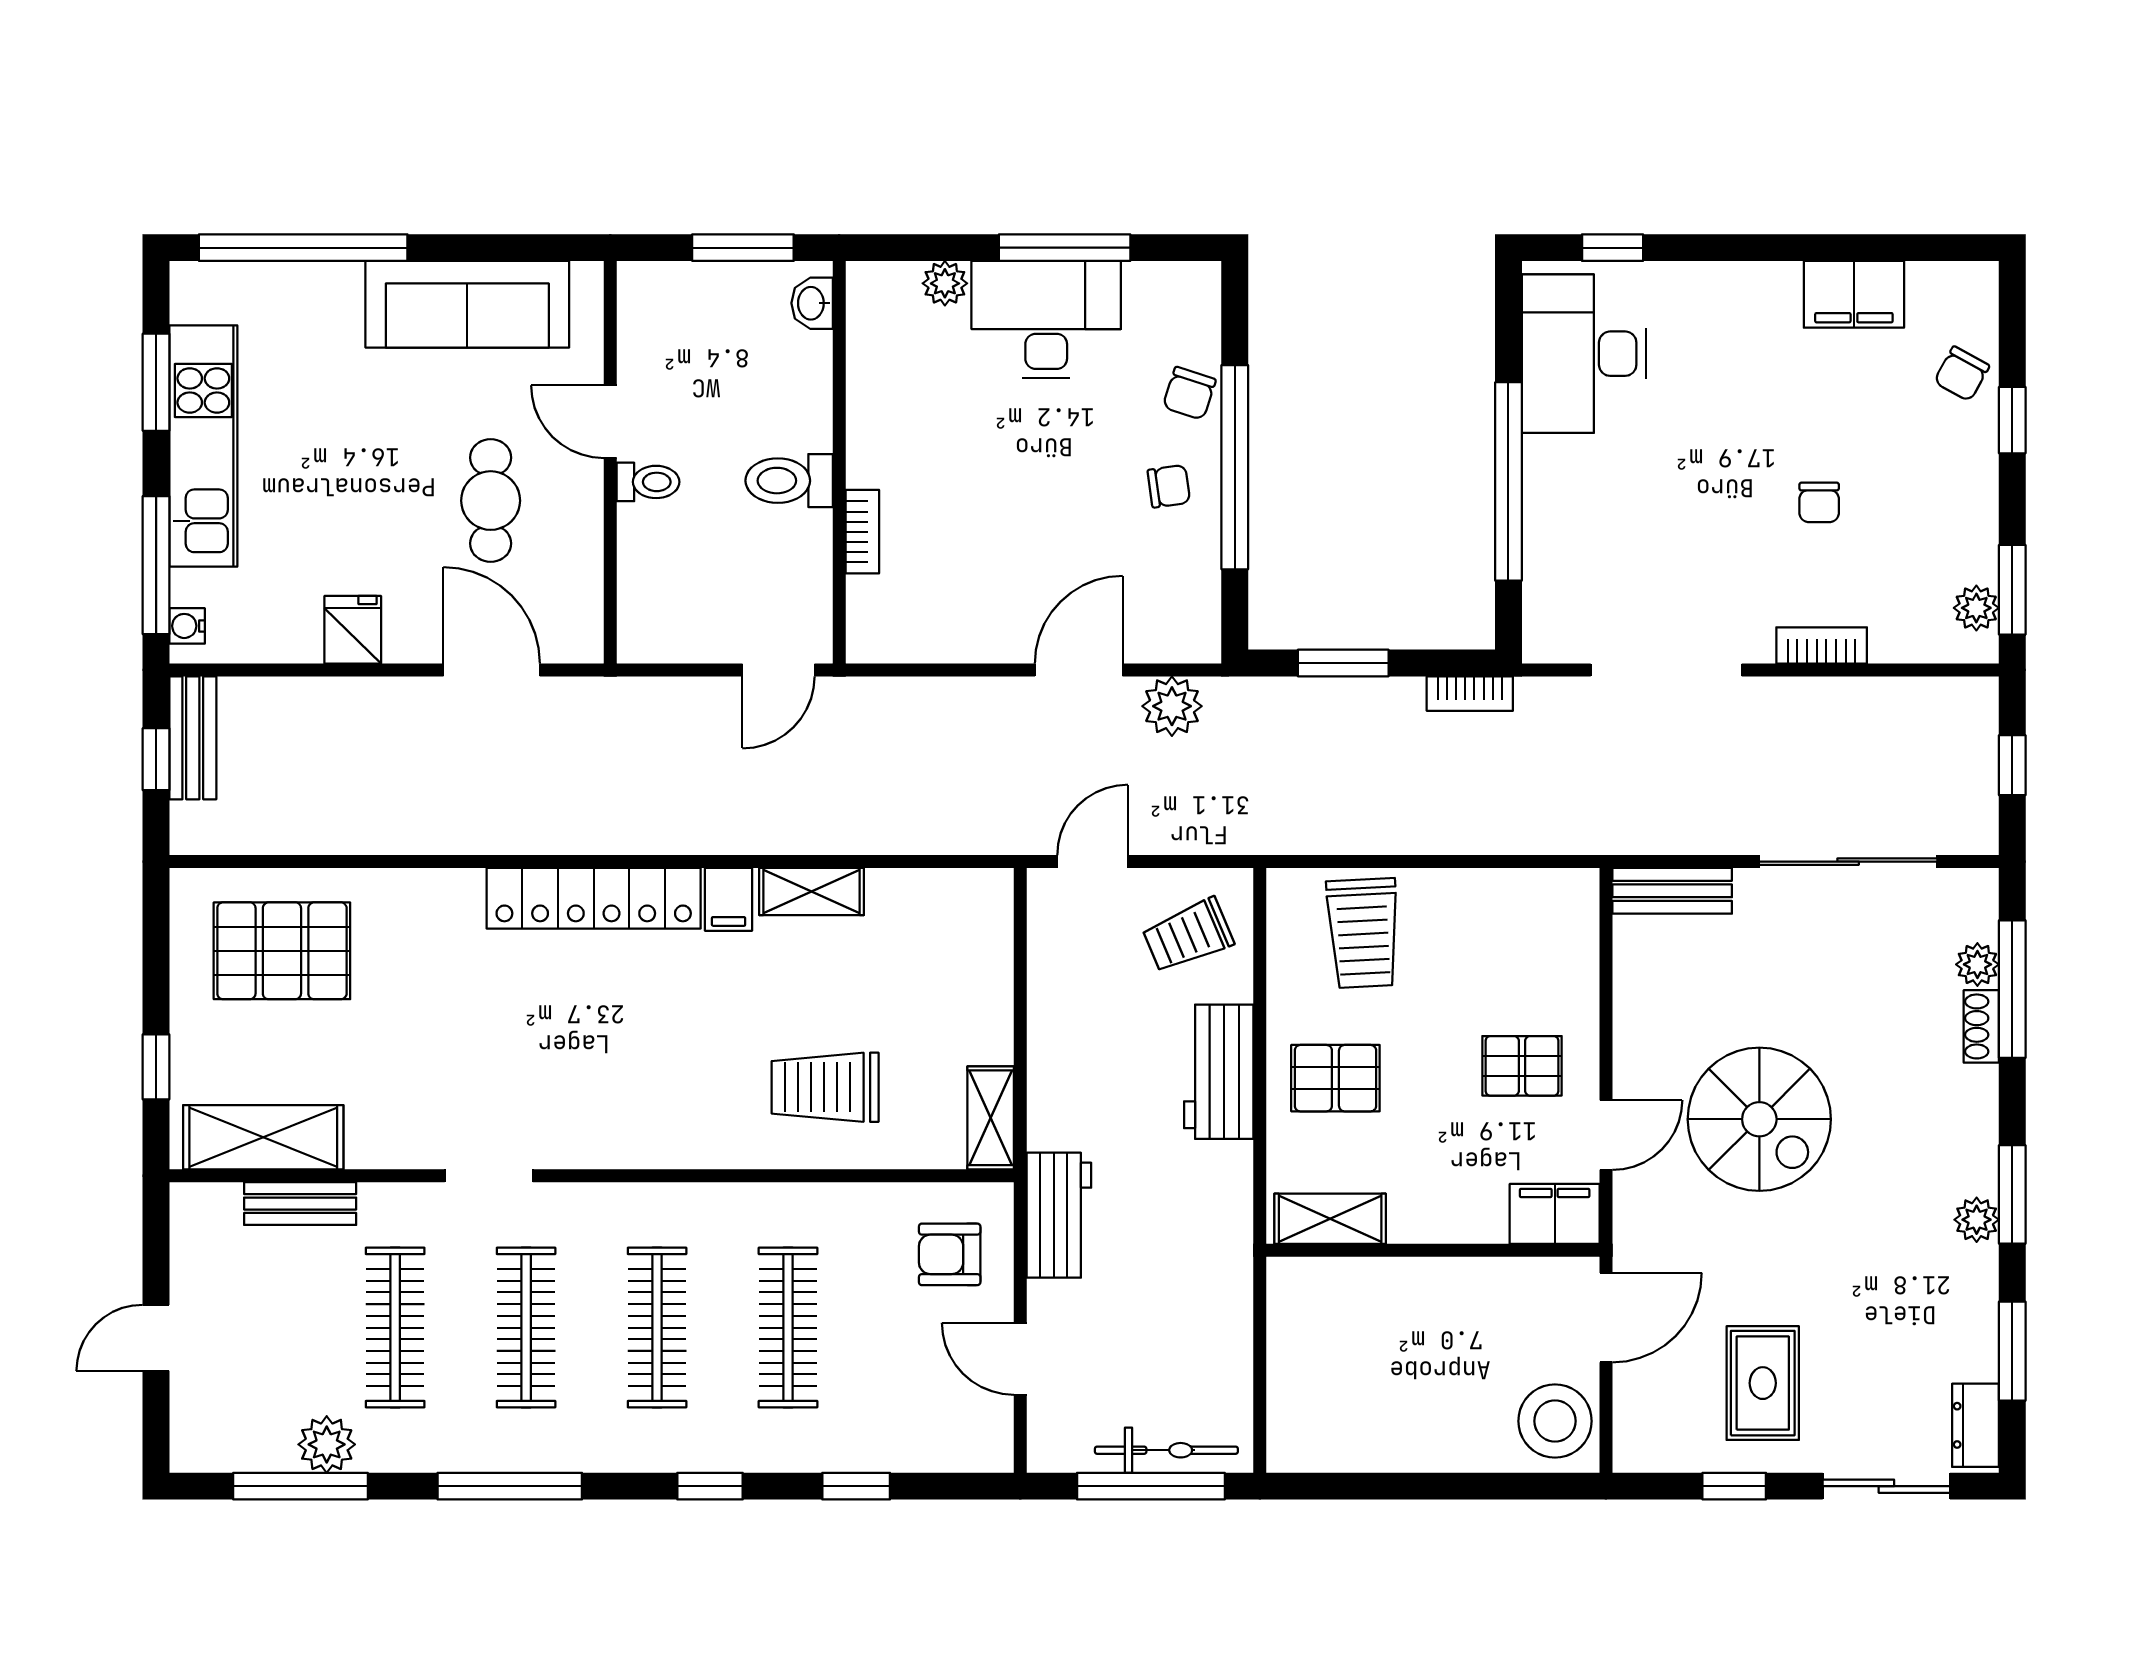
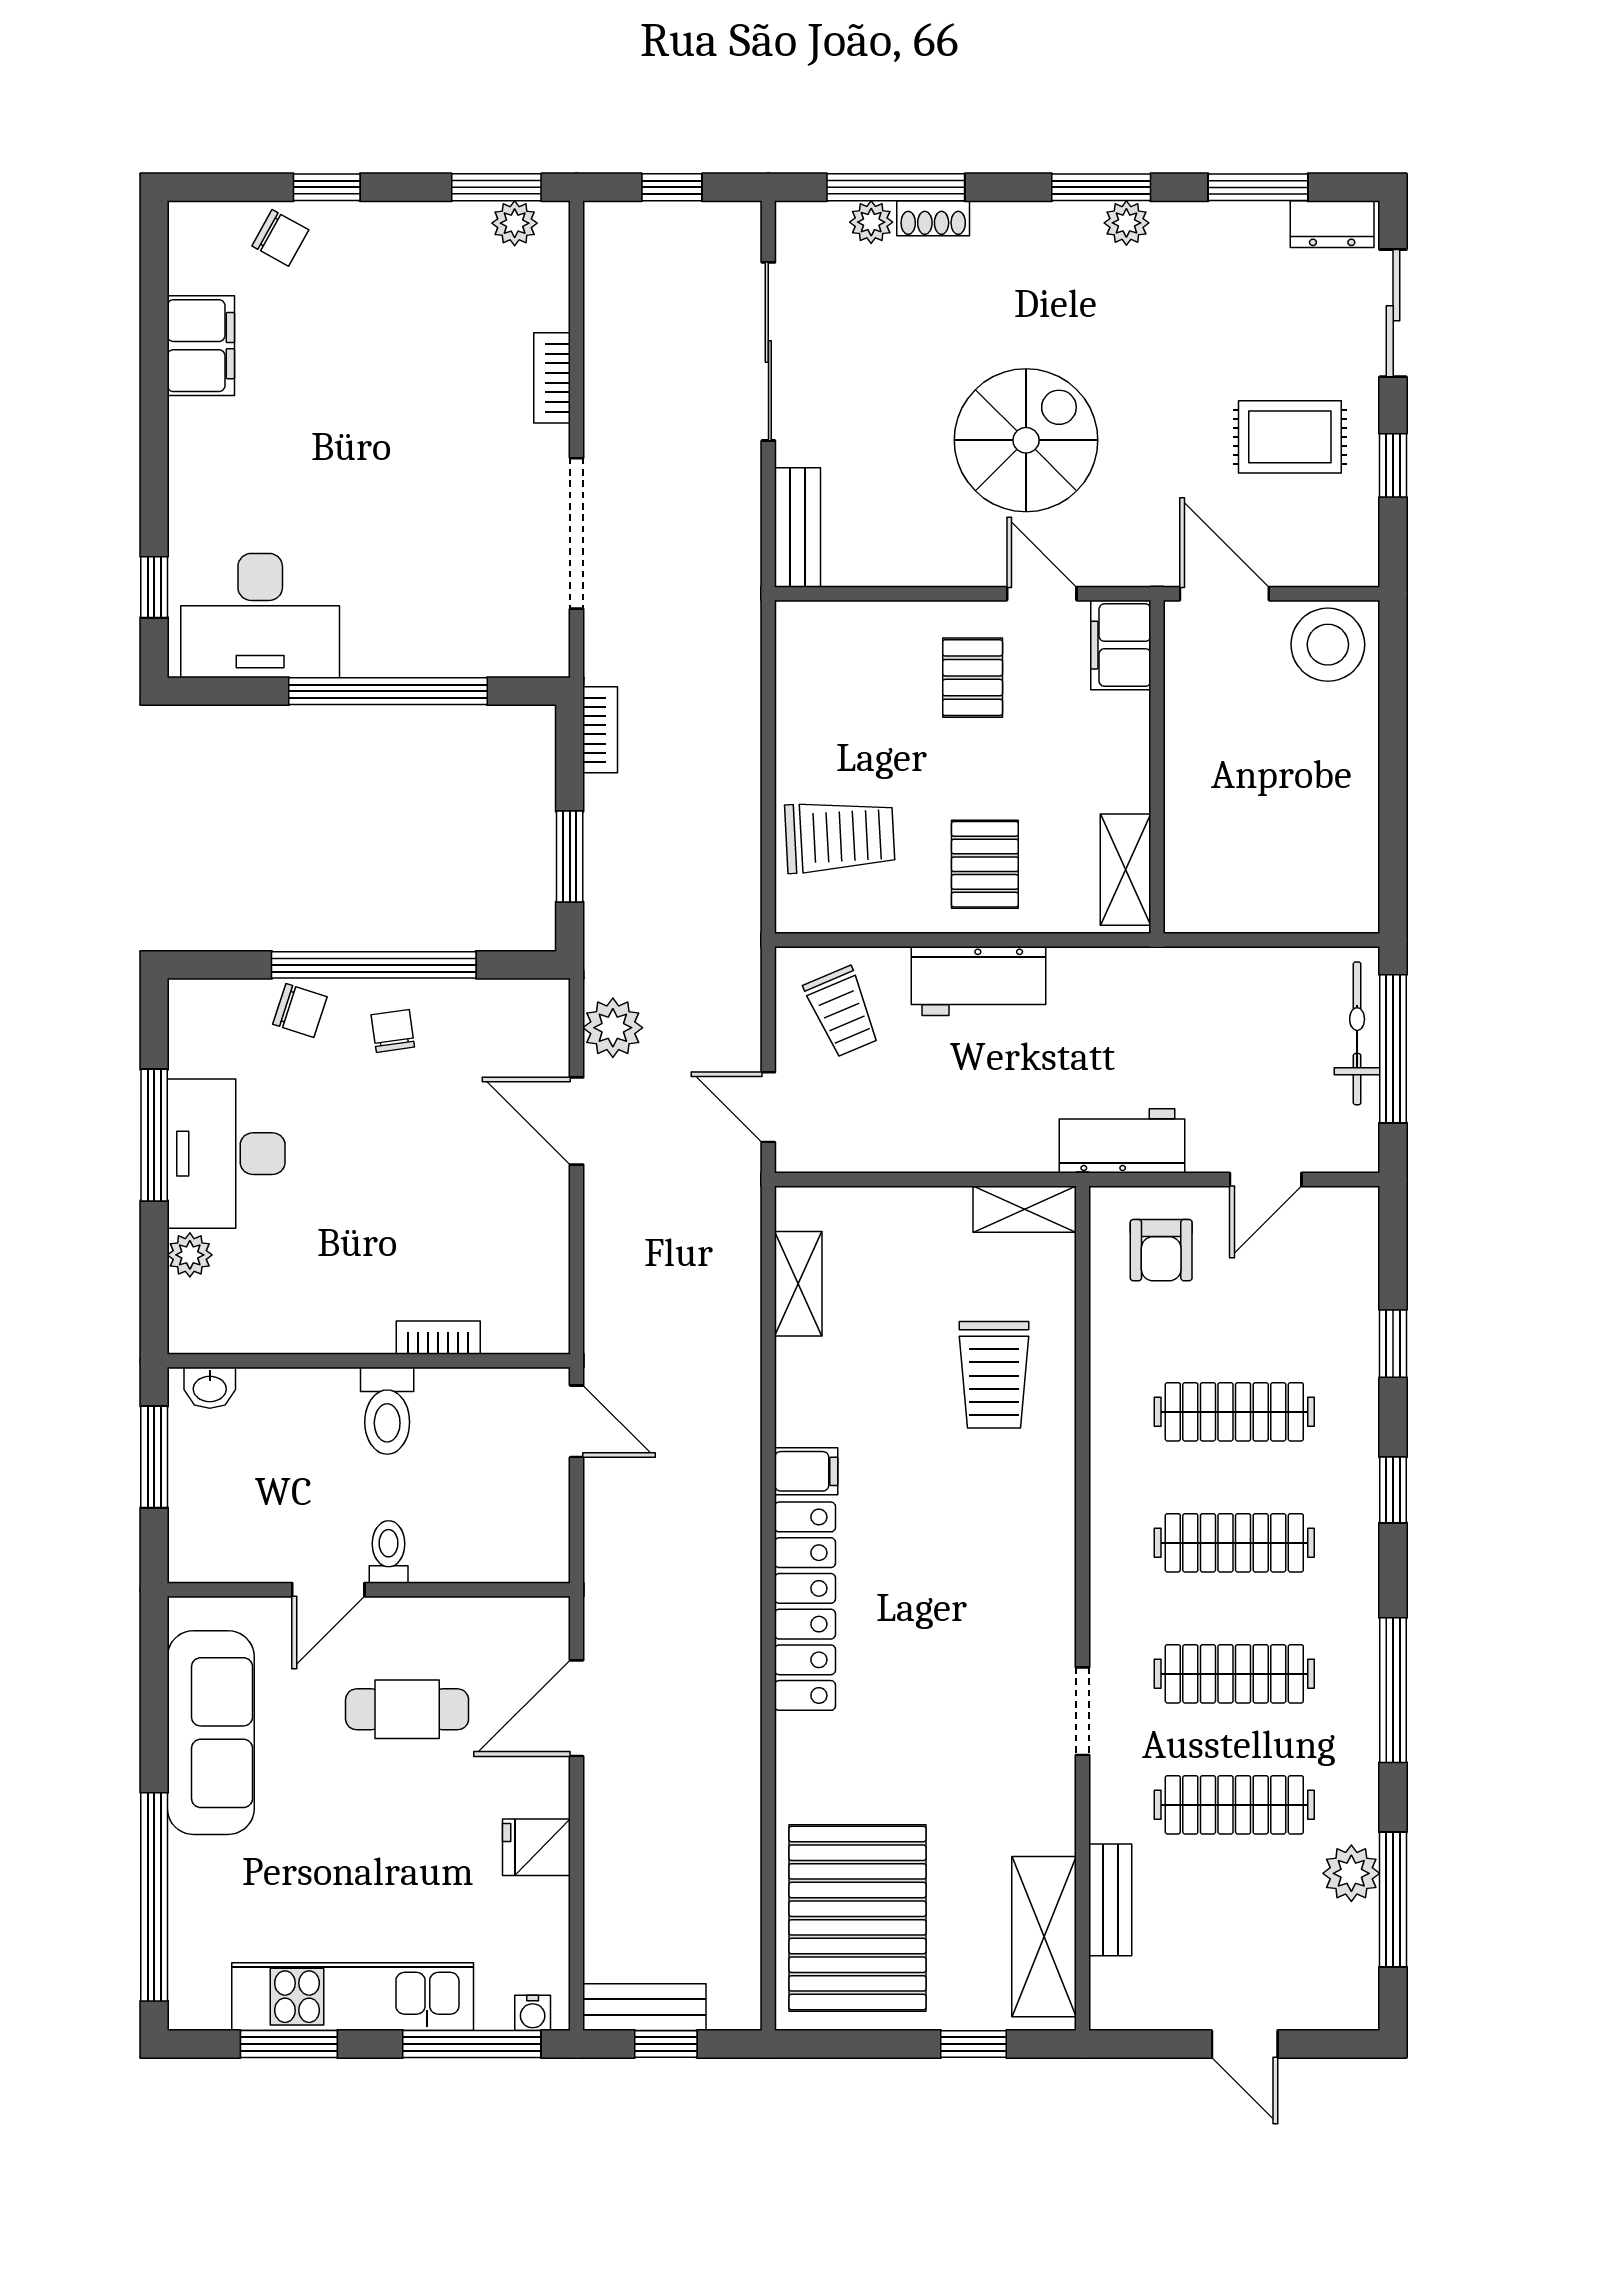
chair: (1819, 502) -> (409, 380), removed
shelving: (812, 892) -> (798, 1284), moved
pallet: (282, 951) -> (857, 1918), width x1.37, depth x1.41

